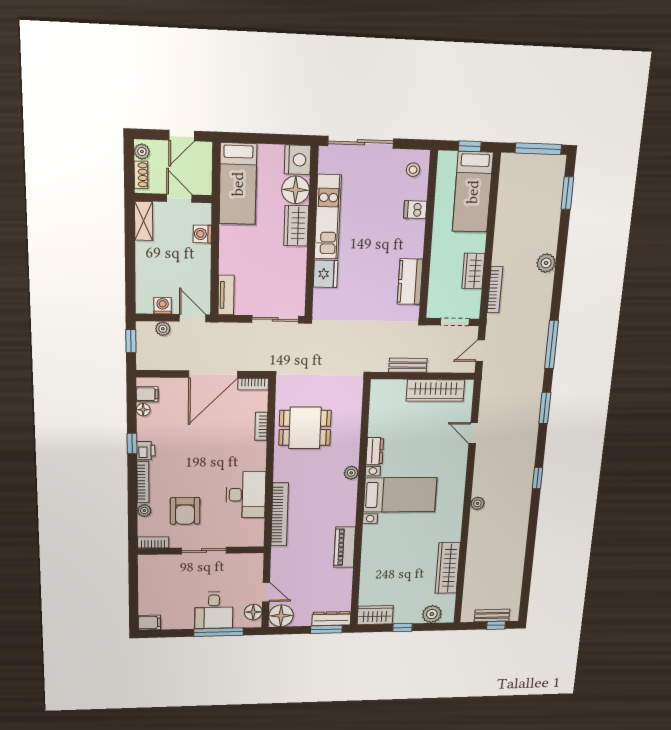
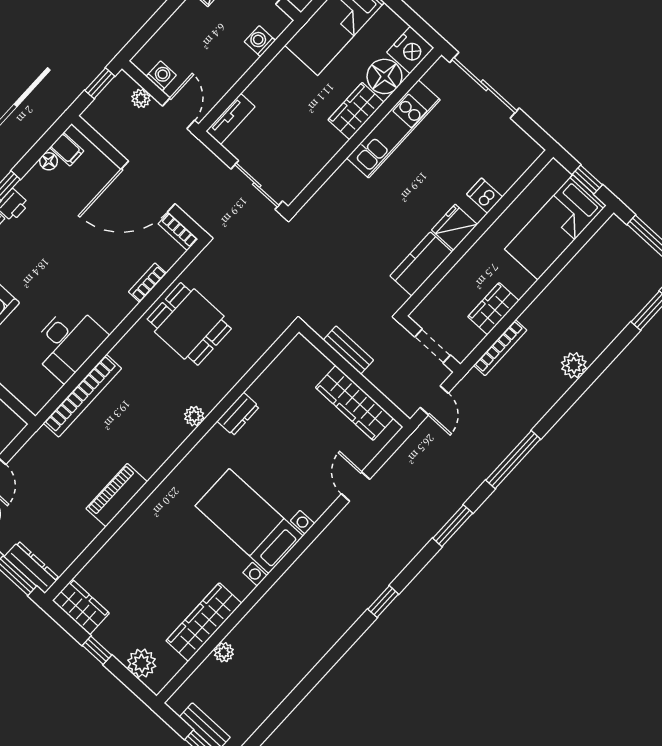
stool: (413, 170) -> (514, 155), removed
fridge: (326, 274) -> (455, 227), moved, turned 180
door: (480, 351) -> (434, 400), swing flipped
bed with nightstands: (400, 495) -> (249, 521), moved, turned 180
plant: (477, 503) -> (224, 652), moved

